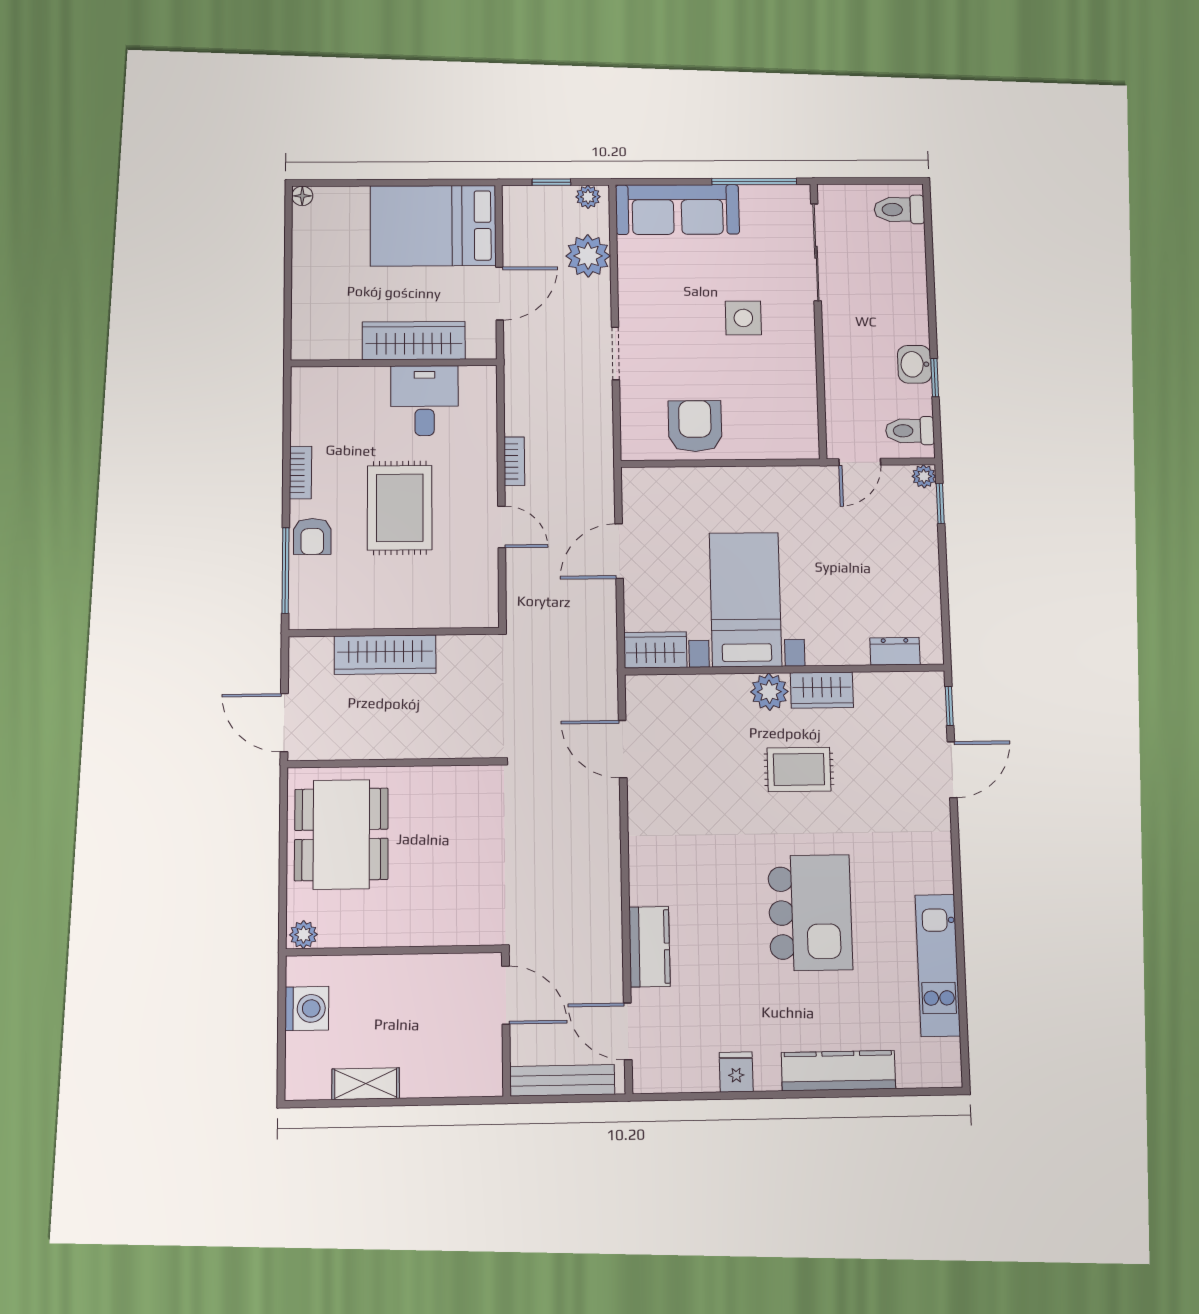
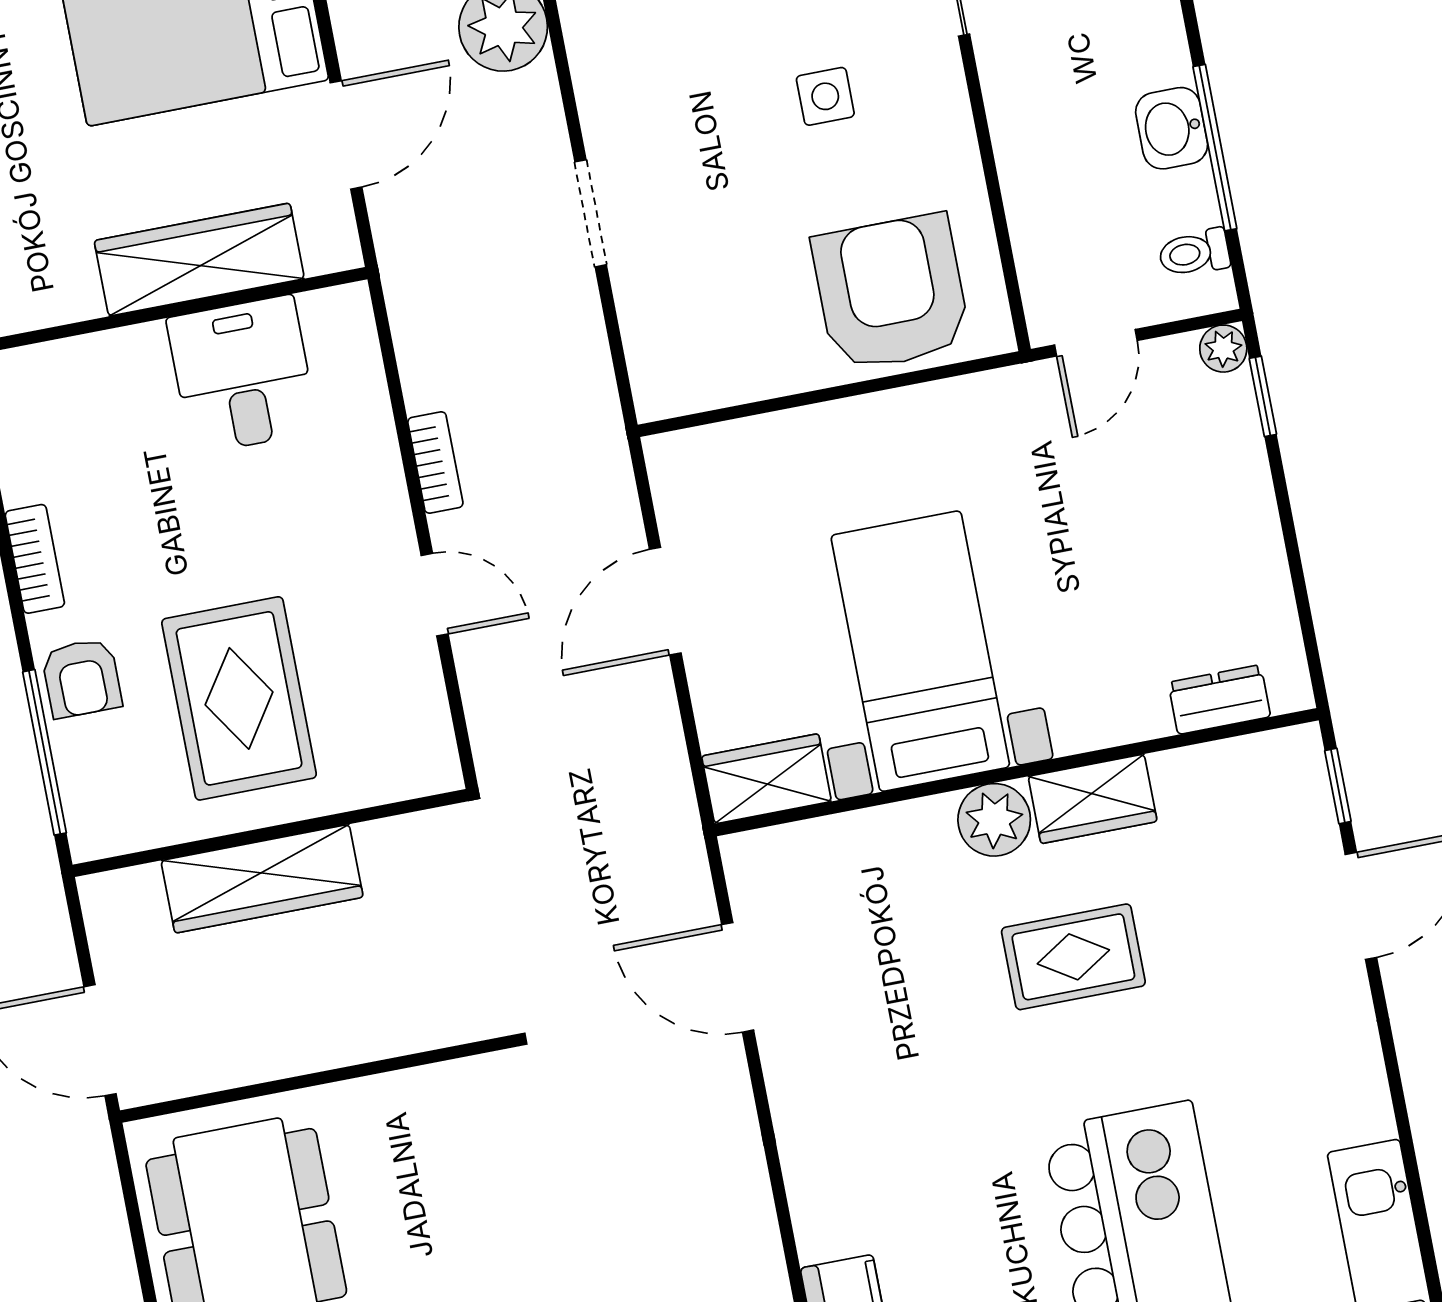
side table: (743, 318) -> (825, 96), width x0.73, depth x0.73
window: (935, 378) -> (1215, 148), width x2.17
armchair: (695, 426) -> (891, 293), moved, width x1.36, depth x1.36
toilet: (910, 431) -> (1194, 253), width x0.73, depth x0.72
rug: (400, 508) -> (239, 698), moved

